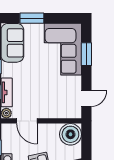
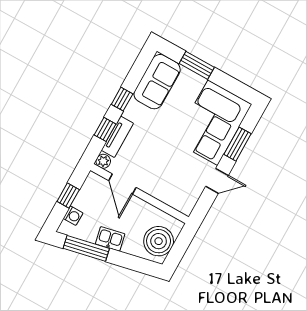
door: (86, 99) -> (217, 181), moved
boiler: (70, 134) -> (159, 241), moved

